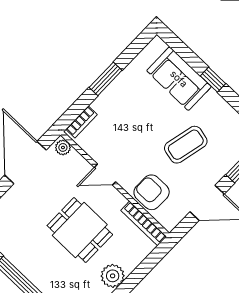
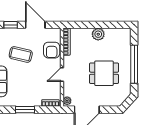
door: (105, 175) -> (62, 74), swing flipped
dining table: (80, 230) -> (104, 73), moved, turned 90

